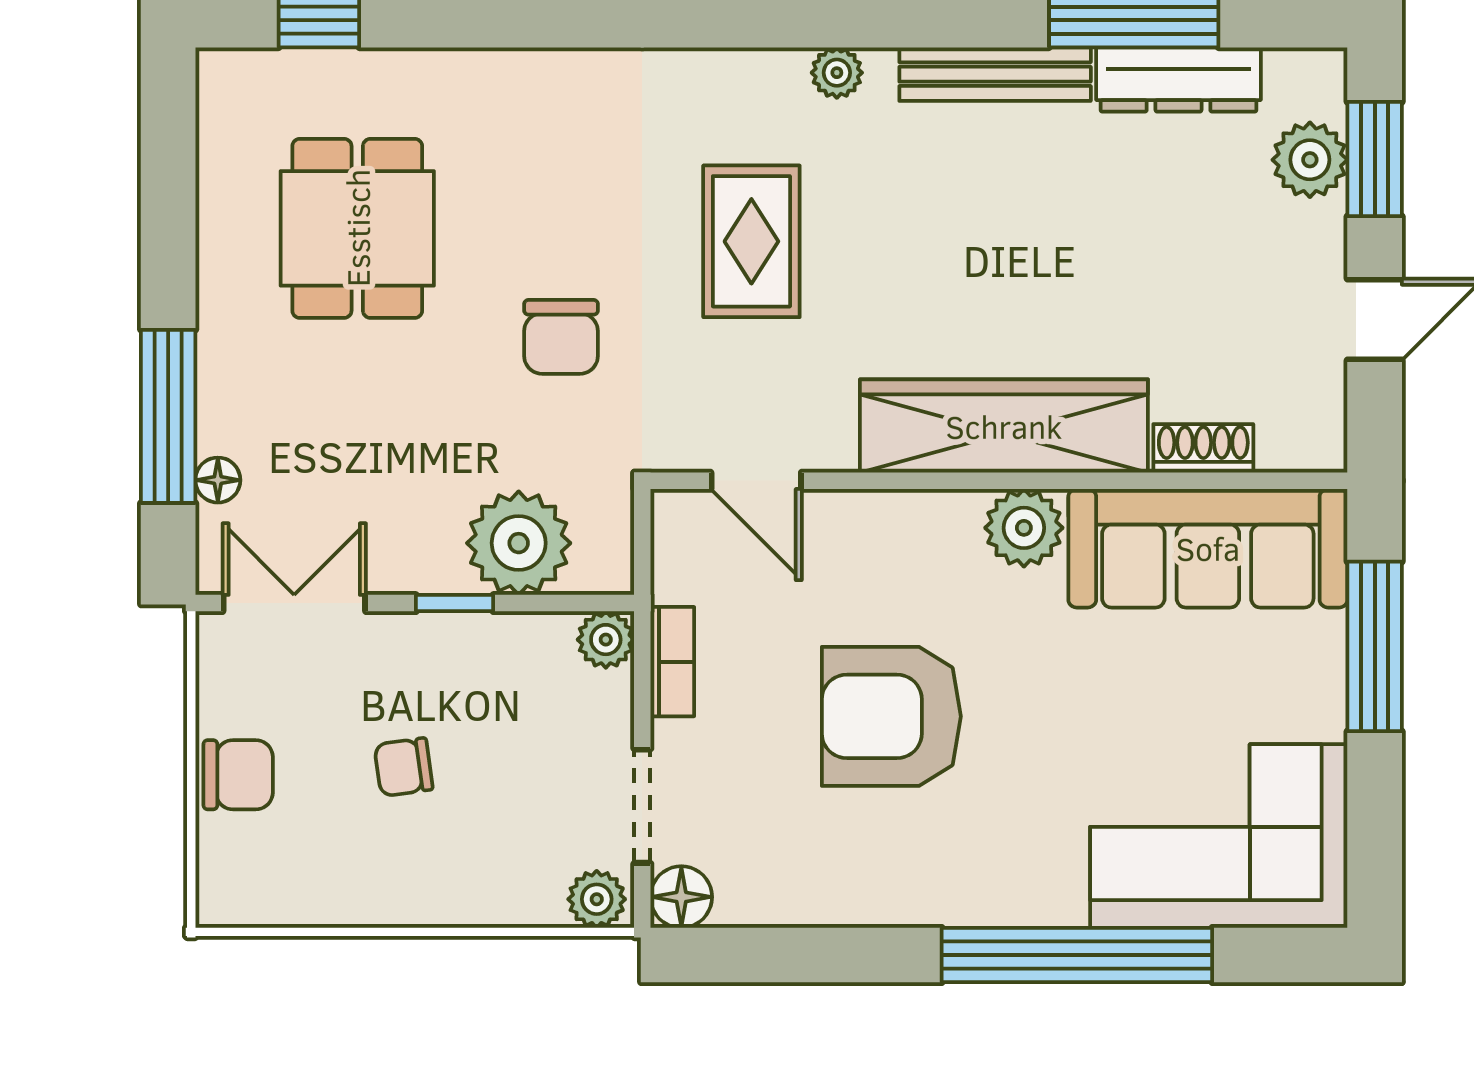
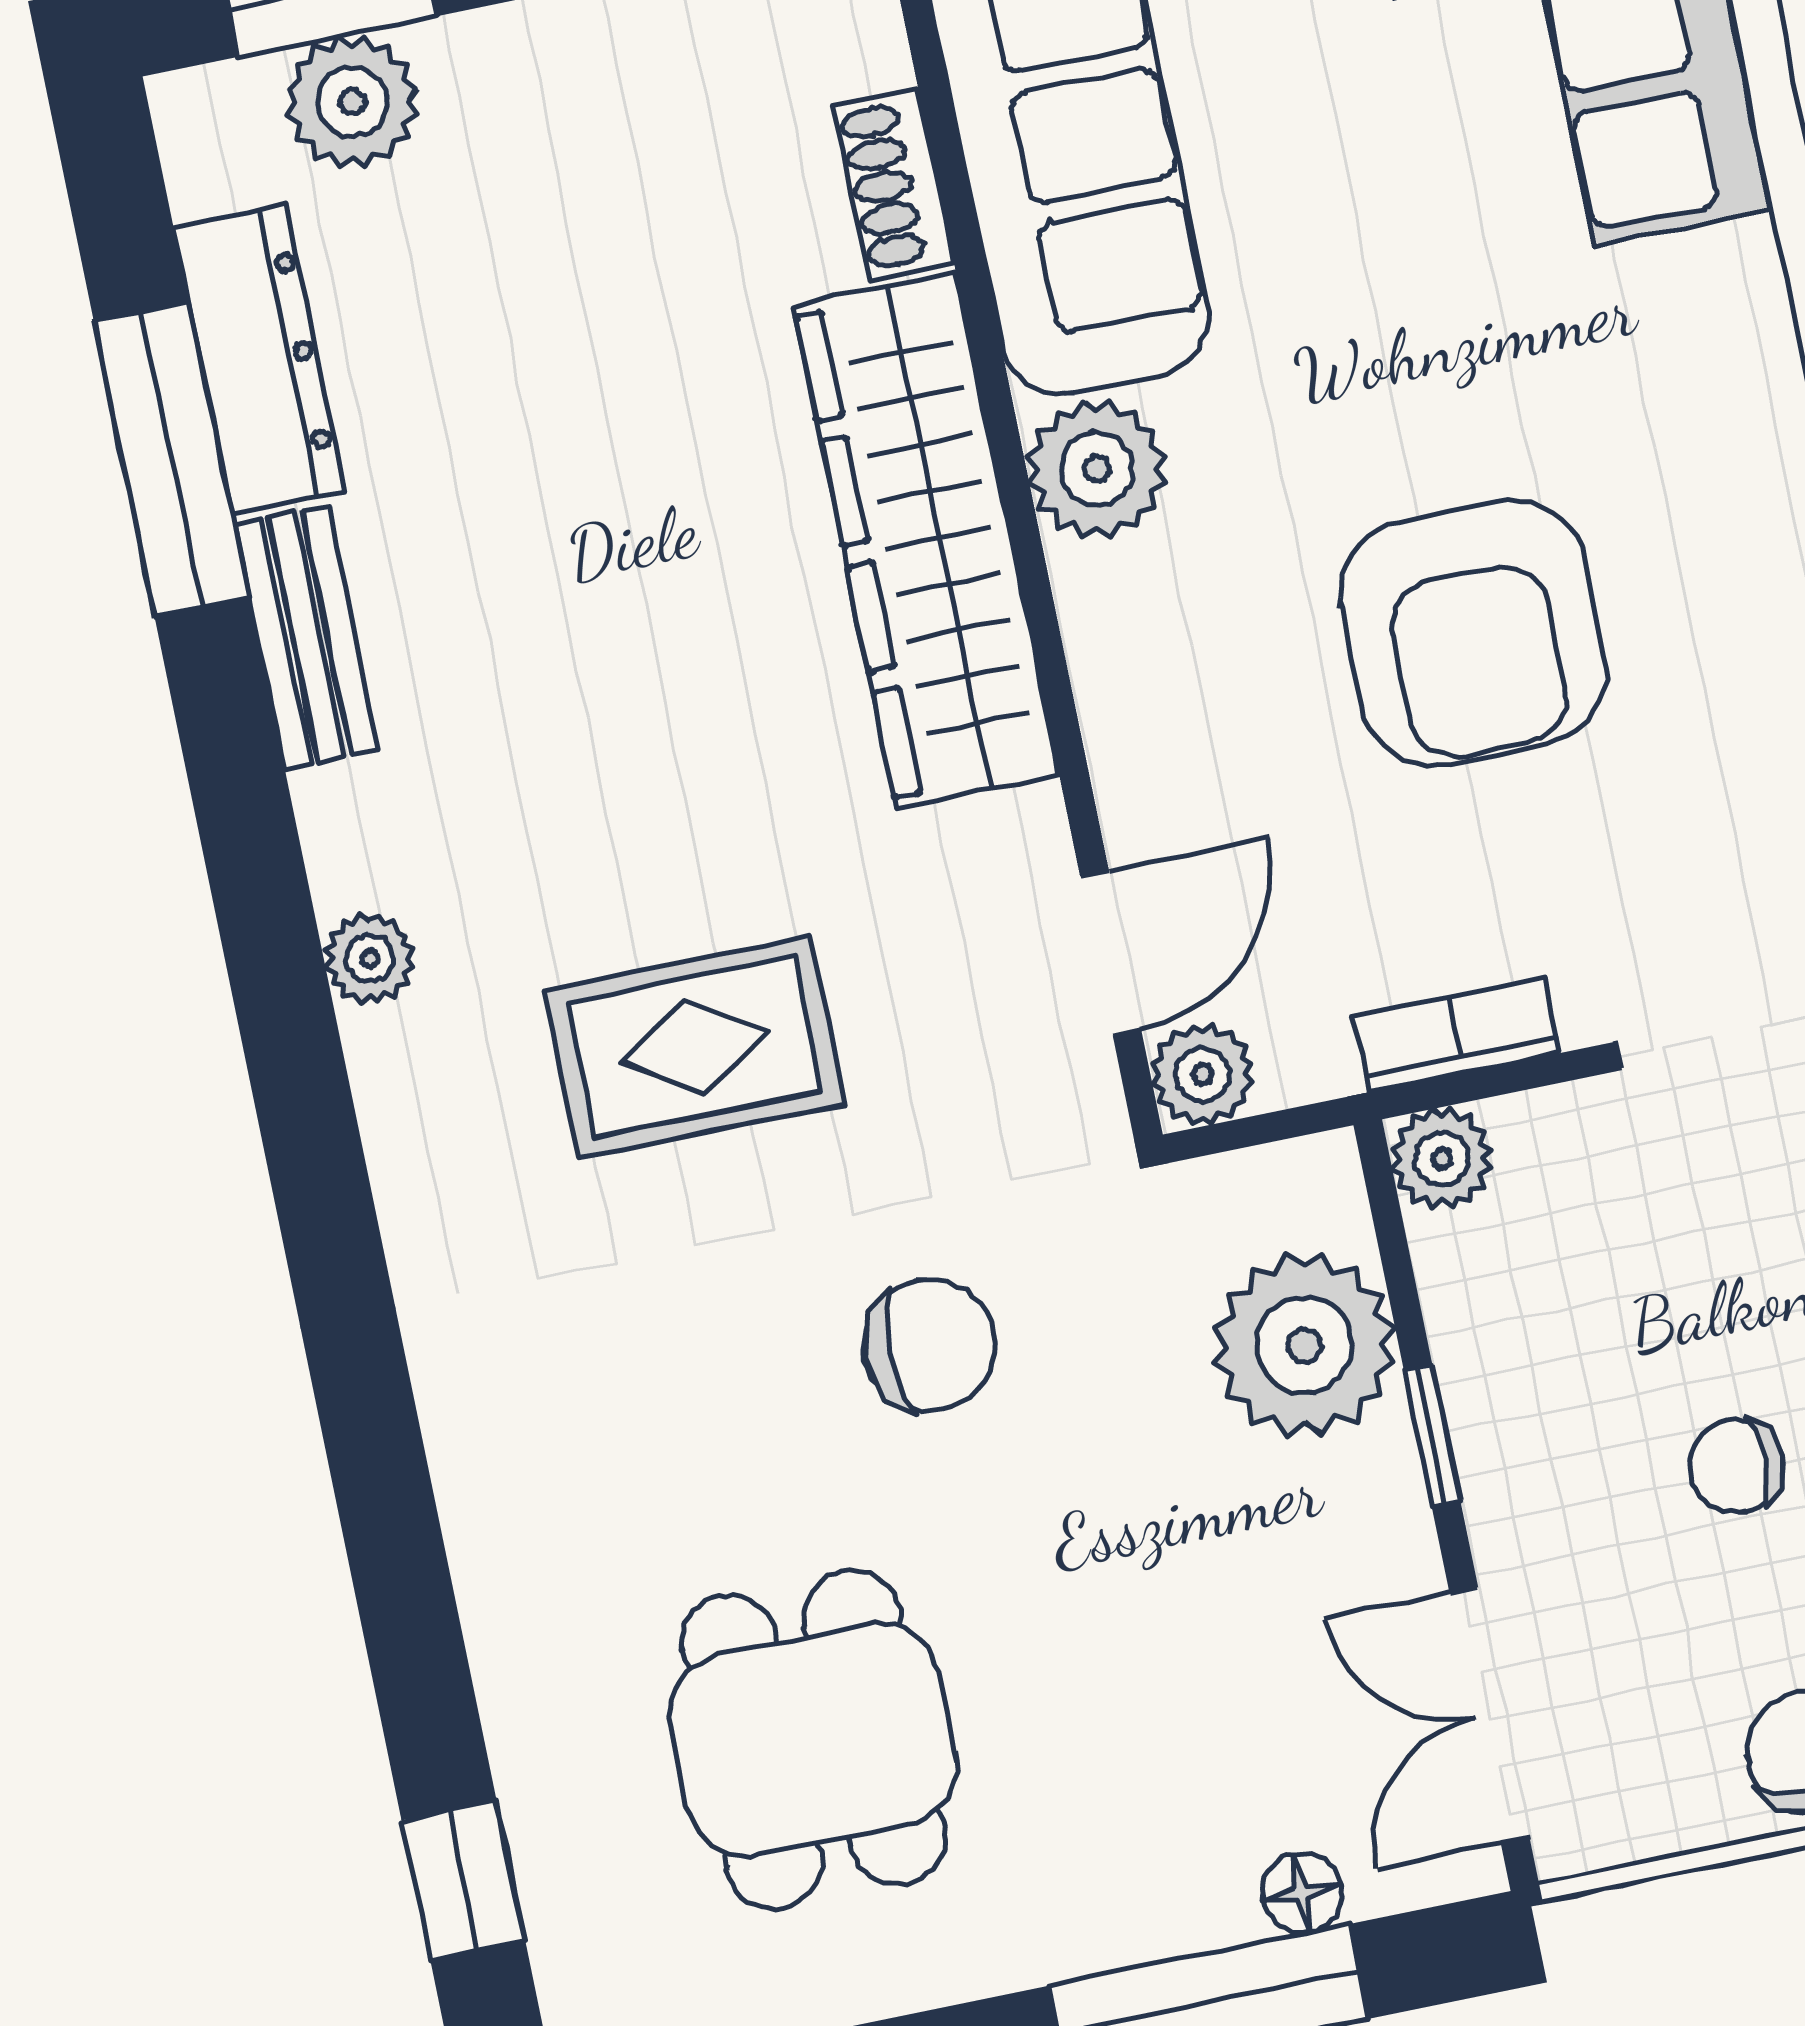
bench: (995, 74) -> (306, 637), width x0.73
dining table: (357, 228) -> (813, 1740), turned 90
plant: (679, 518) -> (1202, 1074), added
chair: (404, 767) -> (1737, 1466), turned 98

